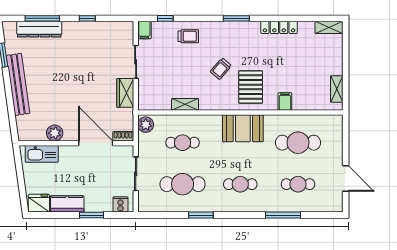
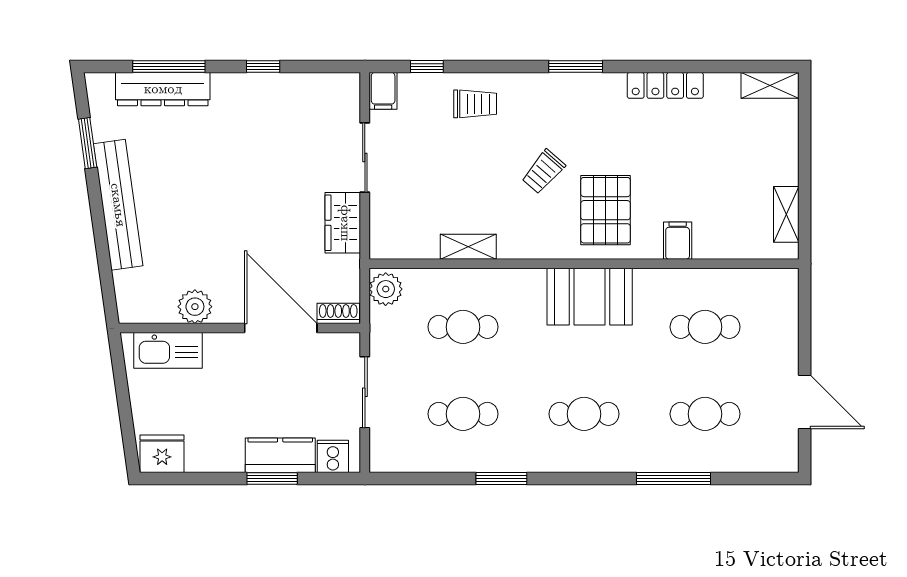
cafe table: (298, 143) -> (705, 327), width x0.73, depth x0.74
cafe table: (183, 184) -> (463, 414), width x0.73, depth x0.74
kitchen counter: (67, 204) -> (280, 455), moved

